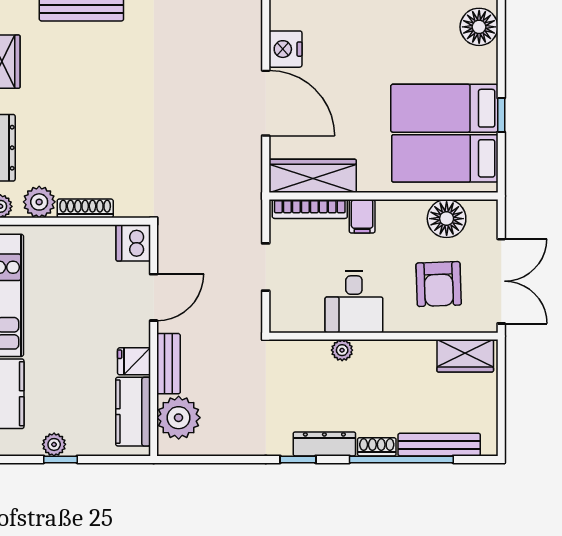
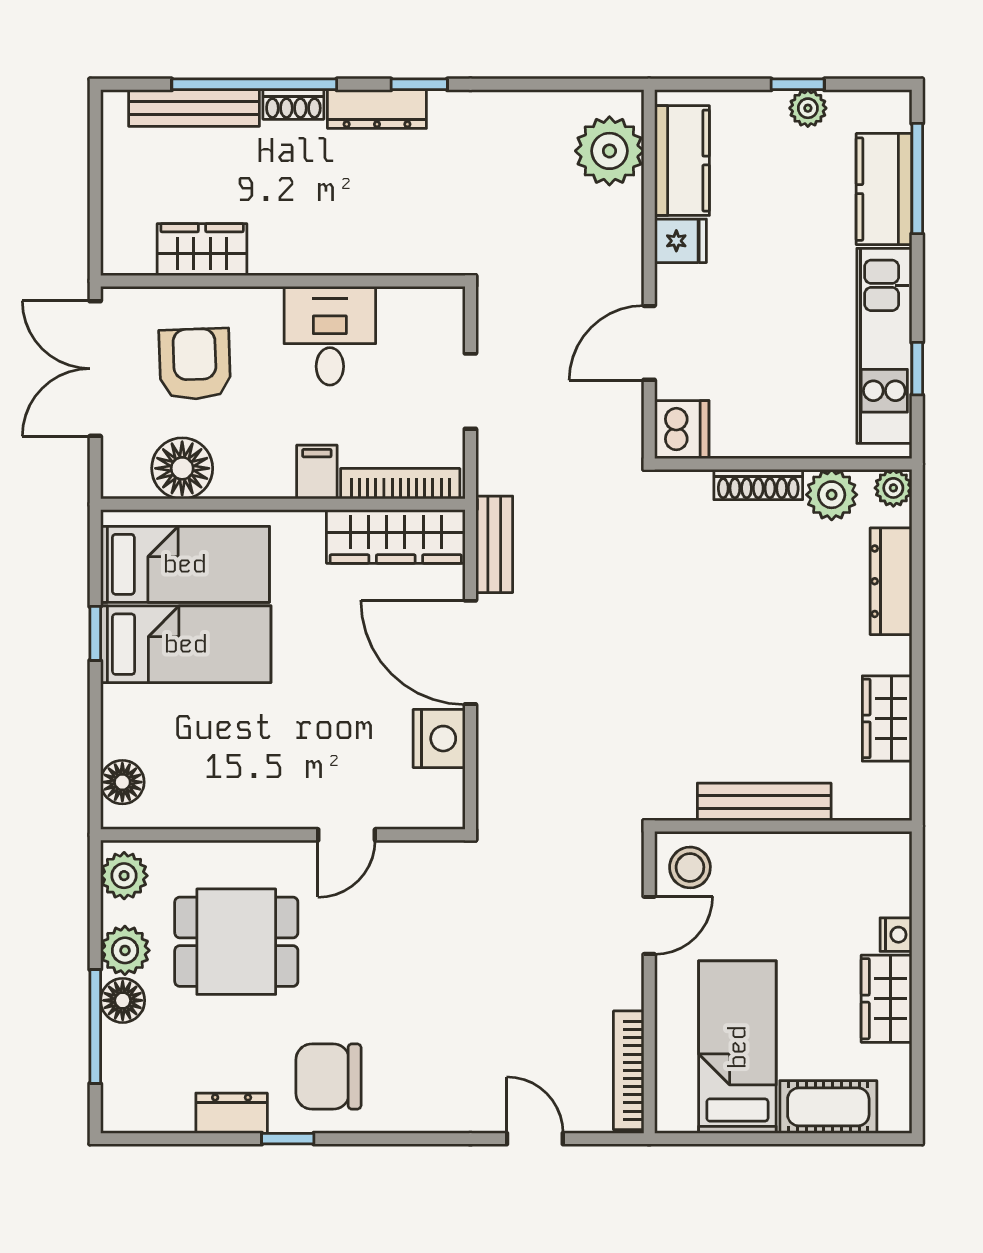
floor lamp: (479, 27) -> (122, 782), width x0.73, depth x0.73
plant: (342, 350) -> (349, 259), removed
wardrobe: (465, 356) -> (202, 250), moved
bench: (169, 364) -> (494, 544), moved

